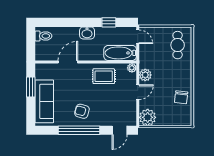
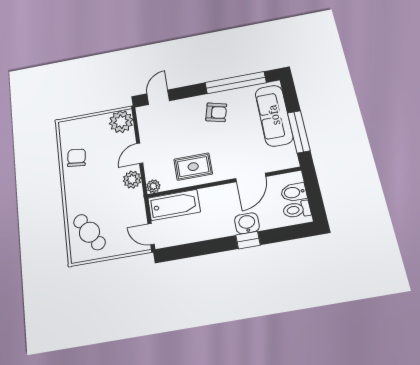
window: (109, 22) -> (248, 240), moved
washbasin: (87, 33) -> (247, 223), moved
cafe table: (178, 45) -> (89, 232), turned -32
bidet: (43, 47) -> (294, 192), added
window: (31, 87) -> (299, 132), width x1.44
window: (79, 130) -> (236, 83), moved

